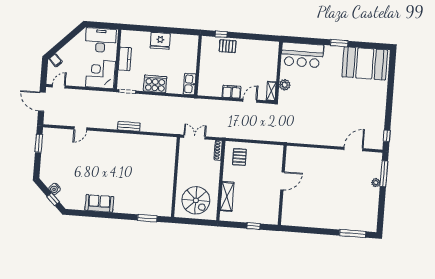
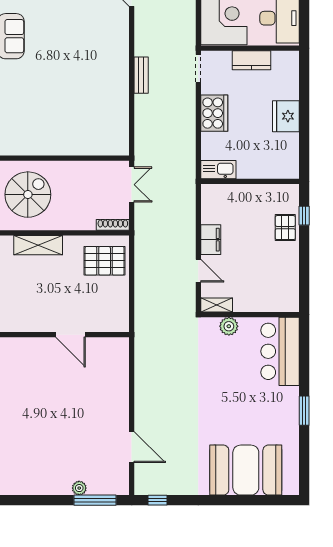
booth: (365, 63) -> (246, 470), moved, turned 90
pallet: (239, 157) -> (105, 261), width x1.50, depth x1.42
spiral stairs: (196, 200) -> (28, 195), turned 180

